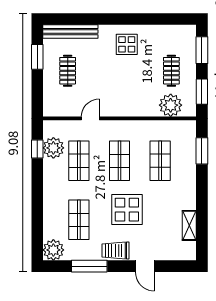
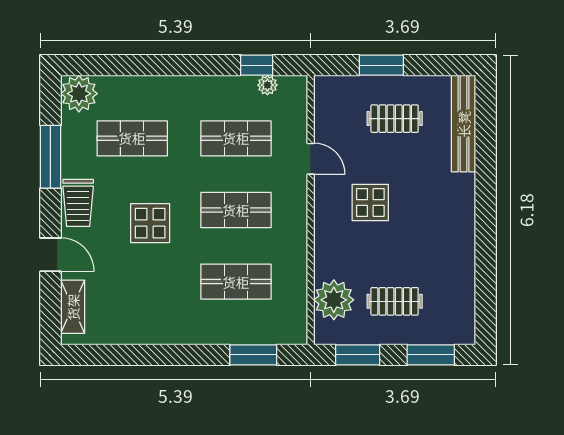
display table: (127, 44) -> (370, 202), moved
window: (37, 57) -> (381, 65), moved
plant: (53, 148) -> (267, 85), width x0.53, depth x0.53
display table: (127, 210) -> (150, 223), width x0.73, depth x0.73
shelving: (189, 225) -> (73, 307), moved, turned 90
trolley: (116, 250) -> (78, 203), turned 180
door: (145, 266) -> (50, 255), swing flipped

